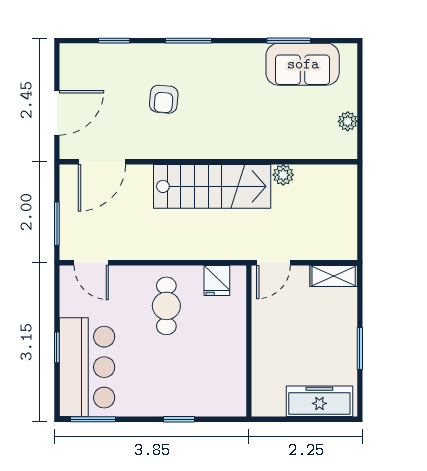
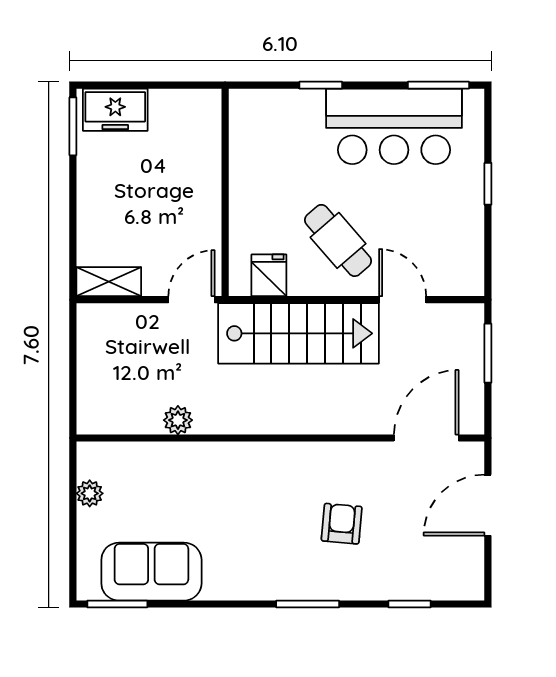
window: (289, 41) -> (117, 604), moved
stairs: (212, 186) -> (299, 333), moved, turned 180
door: (91, 263) -> (403, 300), moved
cafe table: (166, 306) -> (338, 240), turned -41
window: (360, 349) -> (73, 126), moved
bar counter: (87, 367) -> (394, 126), moved, turned -90
freezer: (319, 401) -> (115, 110), width x0.71

